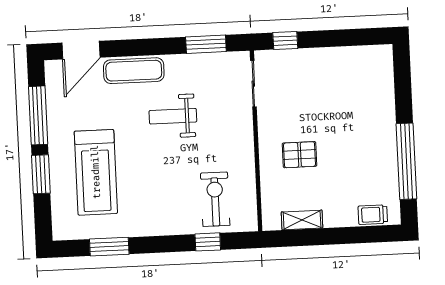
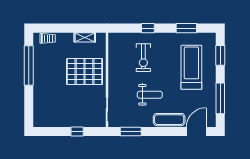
window: (285, 41) -> (77, 132), moved
pallet: (300, 155) -> (85, 72), width x2.05, depth x2.00
window: (41, 174) -> (220, 55), moved
exercise bike: (215, 199) -> (143, 58), moved
window: (208, 242) -> (148, 28), moved

